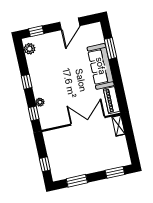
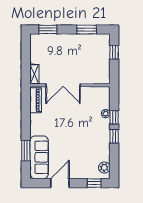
sofa: (101, 66) -> (39, 157), moved
window: (34, 113) -> (114, 117), moved

